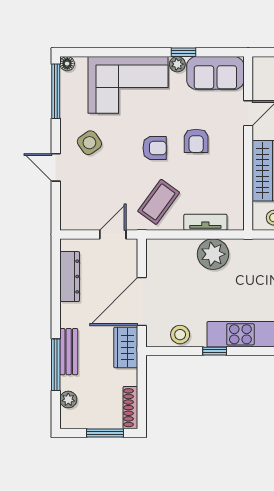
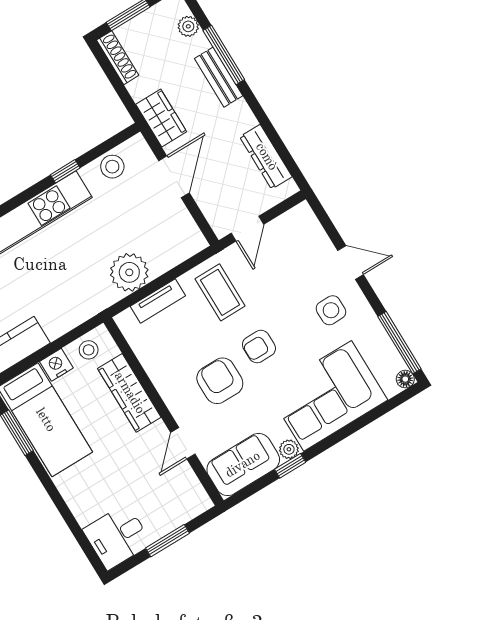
armchair: (196, 141) -> (220, 381), width x1.38, depth x1.38
side table: (89, 143) -> (331, 310), turned 35
coffee table: (159, 202) -> (220, 292), turned -36
door: (142, 302) -> (174, 177), width x0.73

